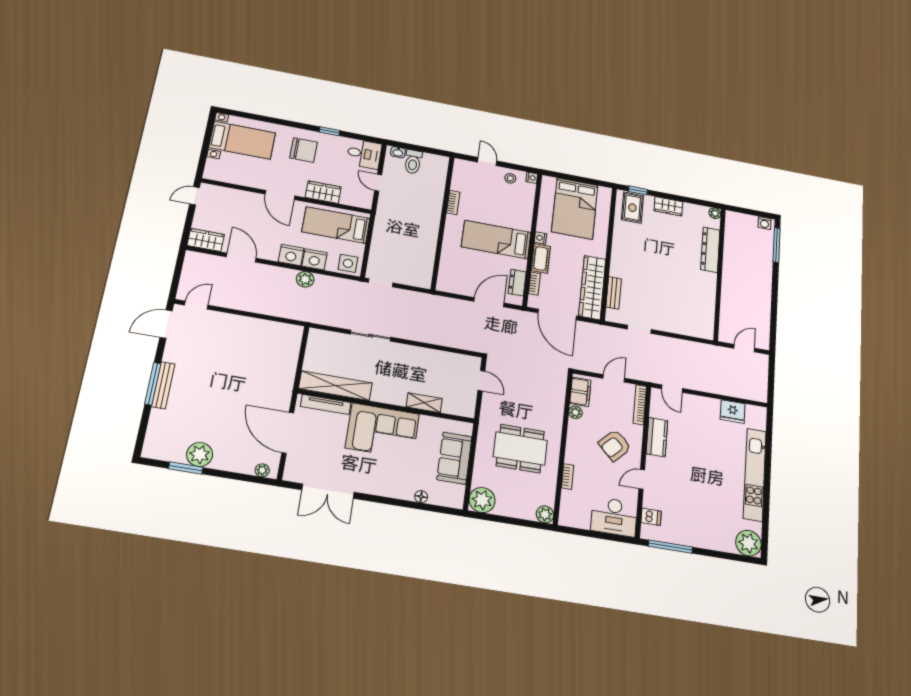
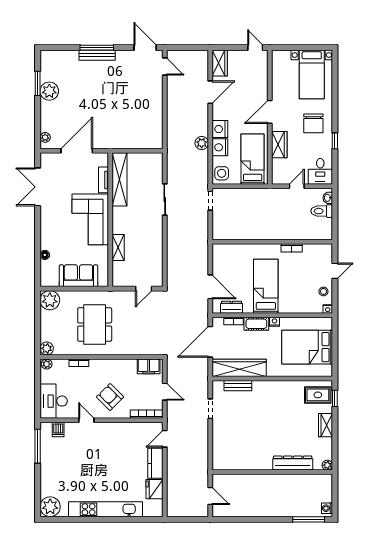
tv unit: (326, 404) -> (103, 180), width x0.71
plant: (575, 412) -> (47, 364), moved
kitchen counter: (657, 437) -> (155, 463), moved, turned 90

